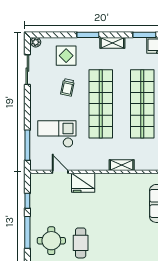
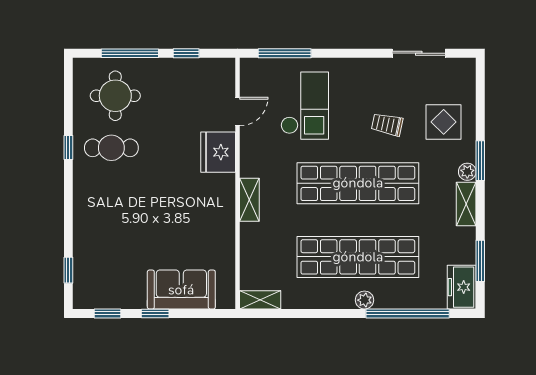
plant: (36, 42) -> (467, 172), moved
shelving: (122, 165) -> (249, 200), moved

